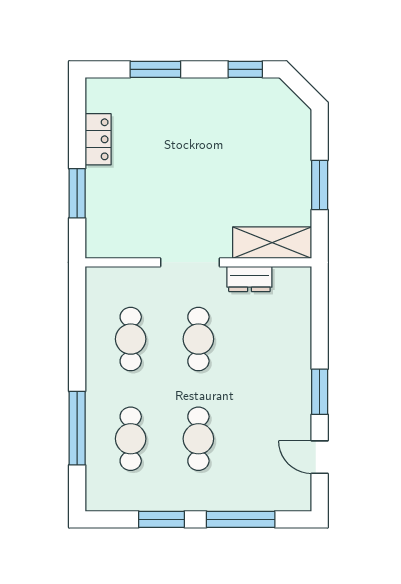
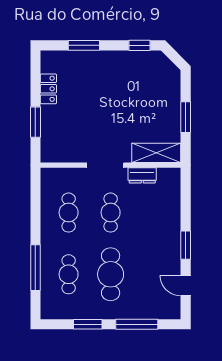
cafe table: (198, 439) -> (111, 274), width x1.37, depth x1.35

